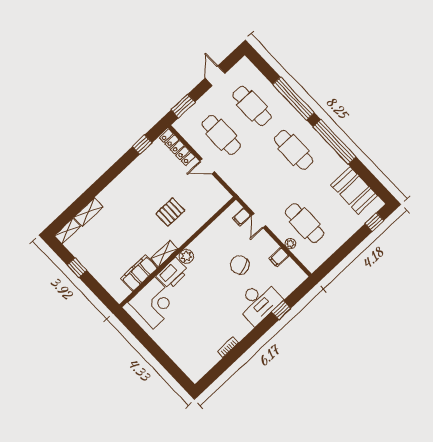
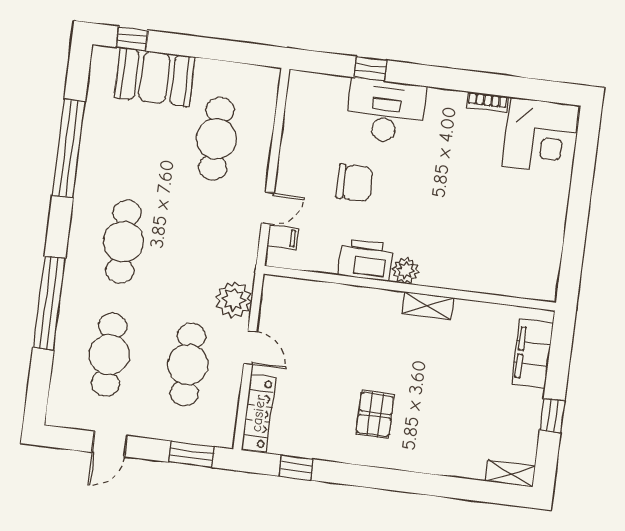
window: (334, 142) -> (69, 148), moved
booth: (354, 190) -> (155, 77), moved, turned 90
shelving: (88, 212) -> (458, 465), removed
pallet: (170, 212) -> (375, 414), moved, turned 90
plant: (290, 244) -> (234, 300), moved, width x1.88, depth x1.88
filing cabinet: (279, 257) -> (296, 135), removed
chair: (240, 265) -> (354, 183), turned -70
filing cabinet: (139, 273) -> (532, 354), moved, turned 90
printer: (172, 274) -> (365, 260), moved
corner desk: (154, 303) -> (541, 136), moved, turned 180

